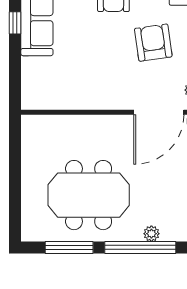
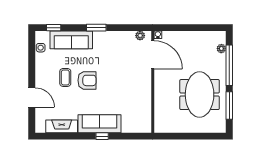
armchair: (153, 43) -> (113, 58), removed
plant: (151, 234) -> (221, 49), moved

